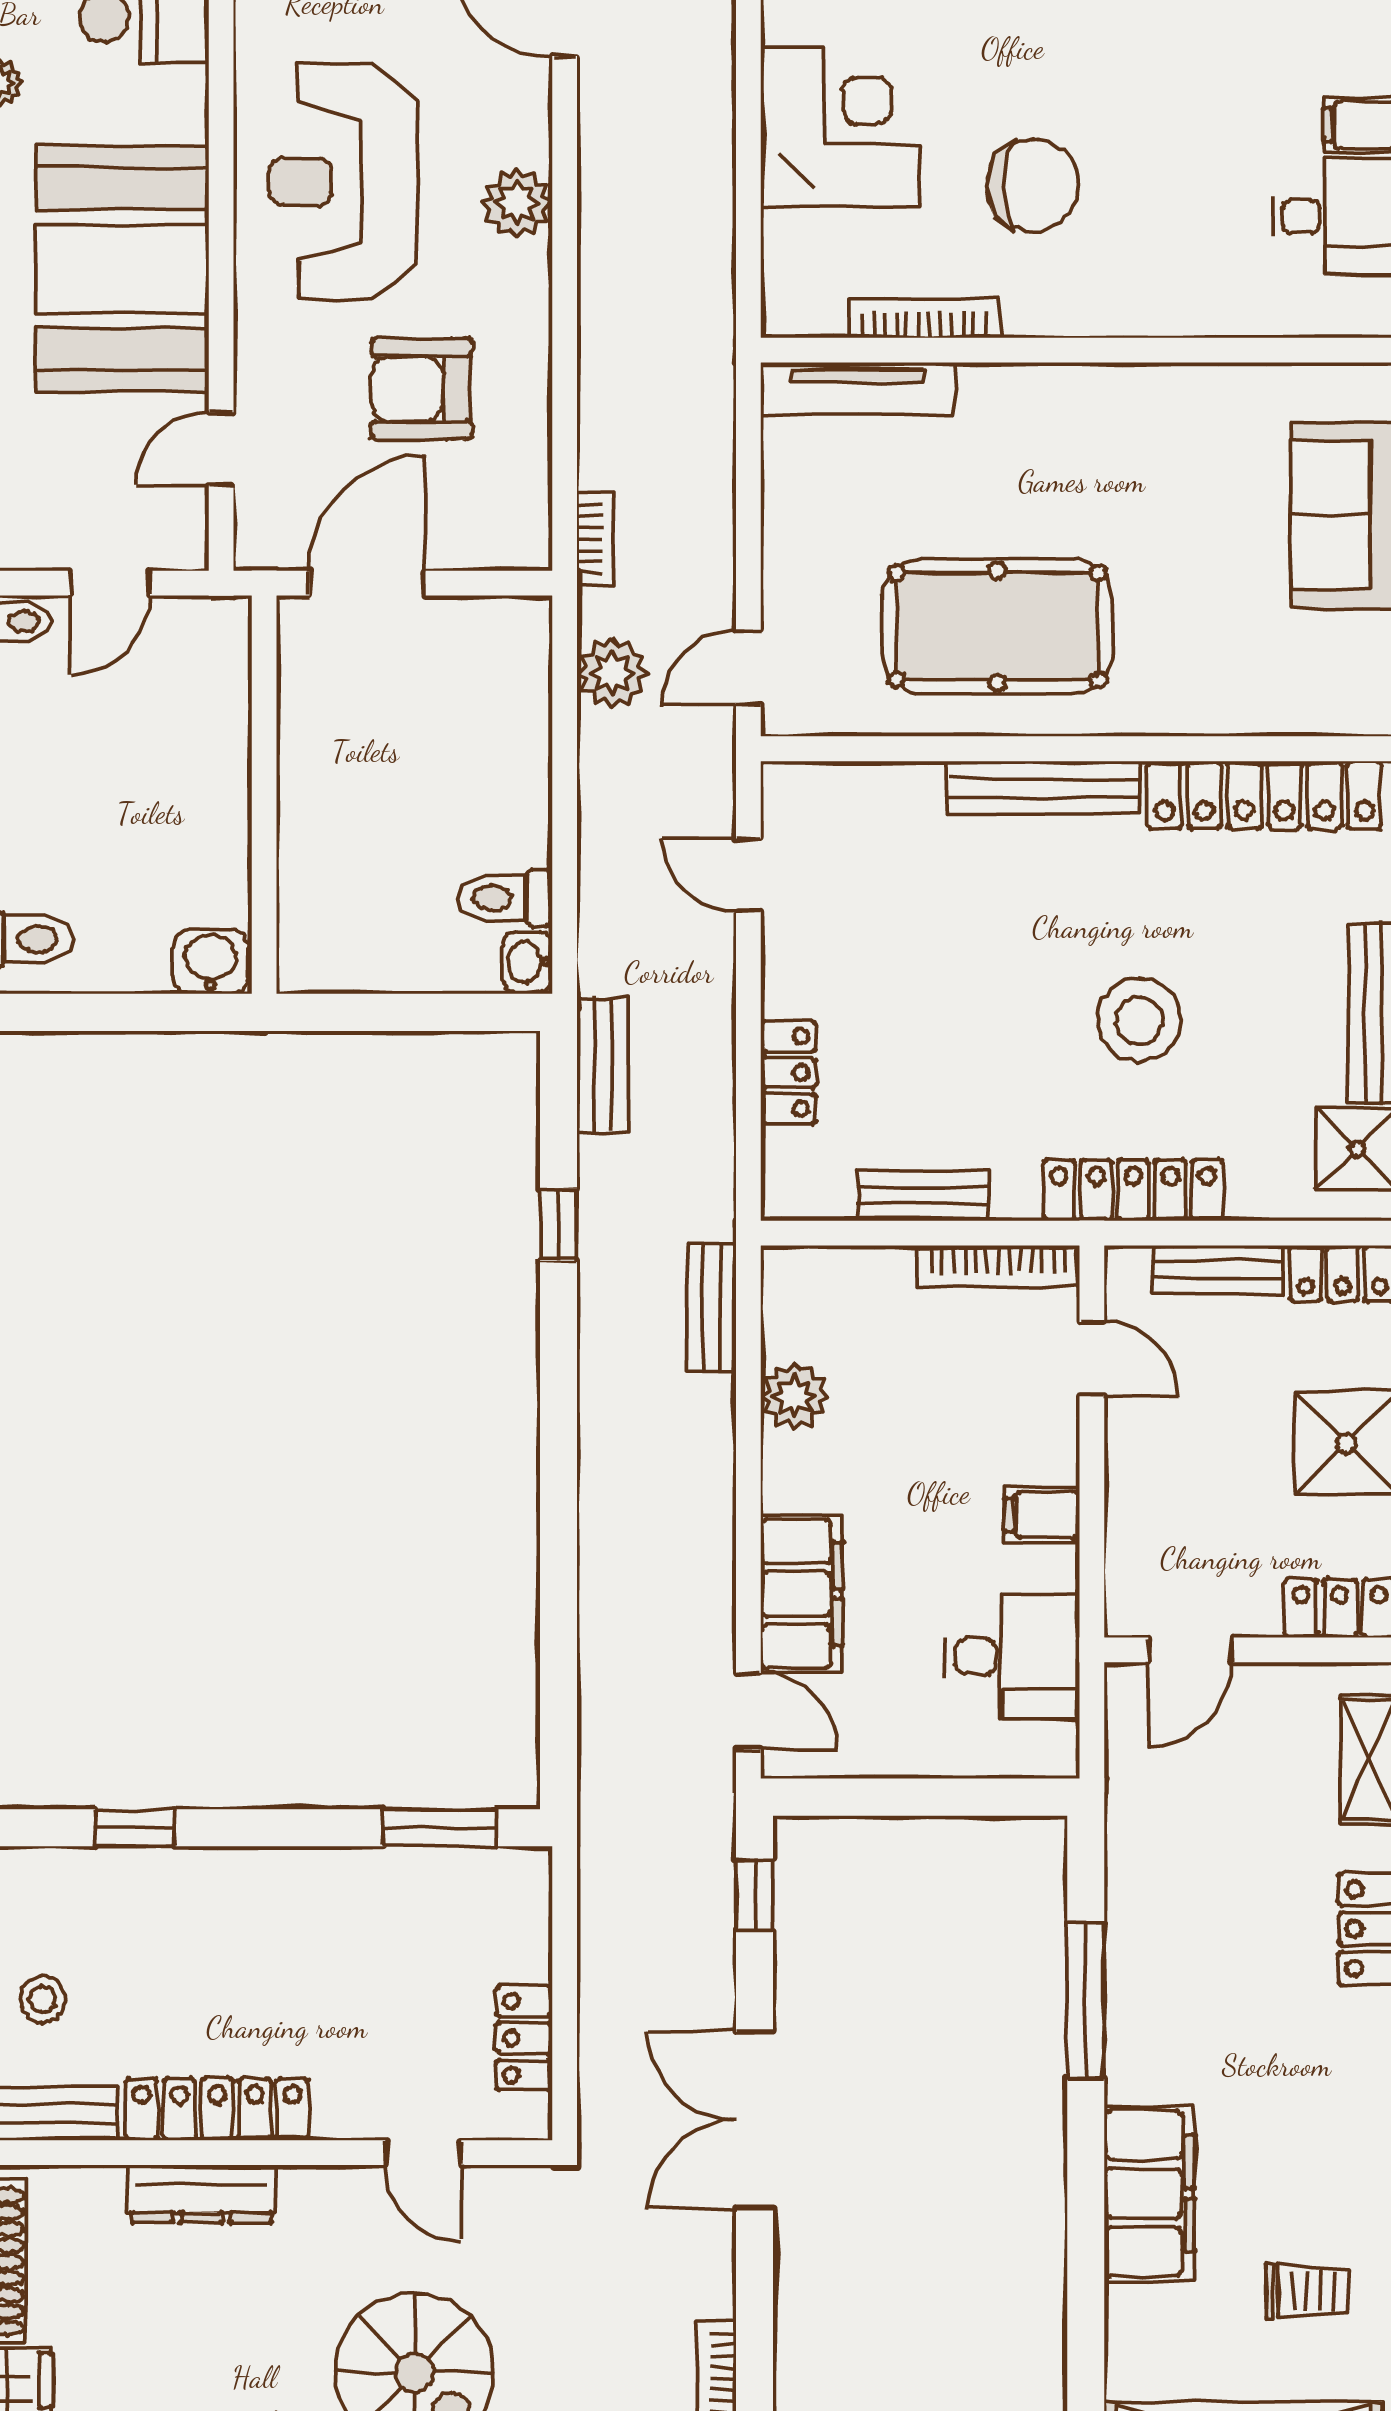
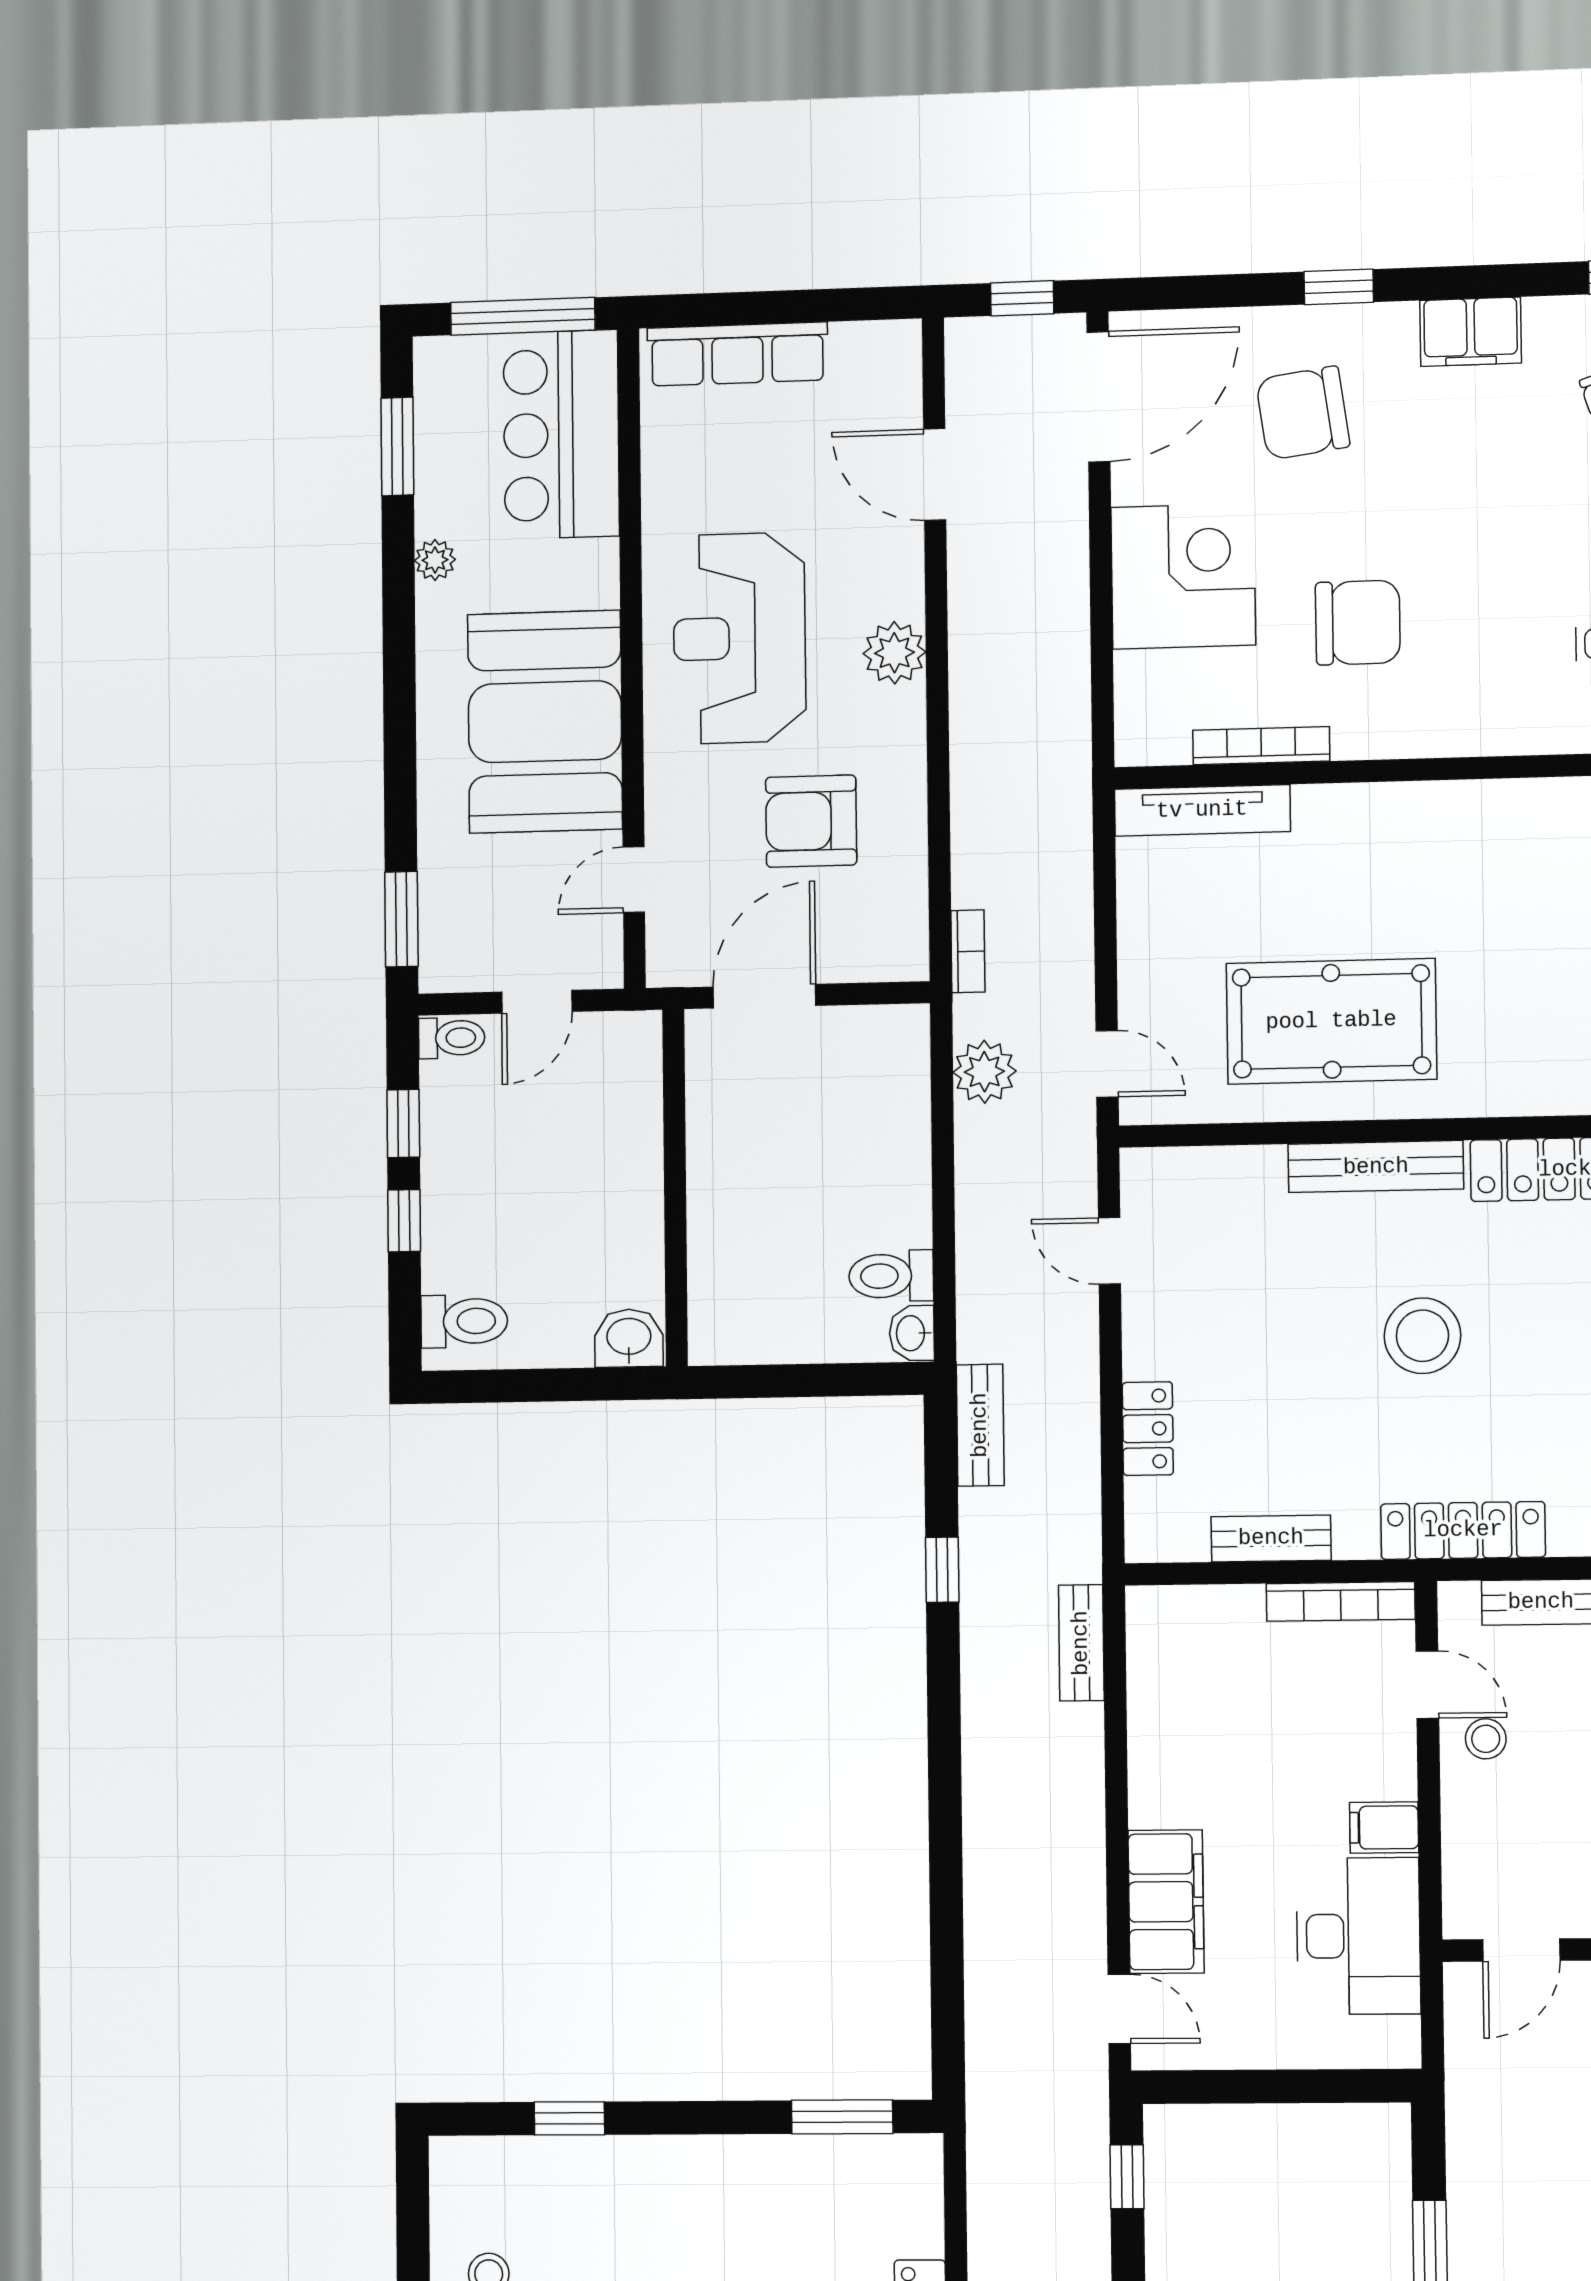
door: (748, 668) -> (1107, 1064), swing flipped
stool: (1139, 1020) -> (1422, 1336), moved
plant: (794, 1396) -> (1157, 1722), removed
stool: (1155, 1419) -> (1486, 1739), added
desk: (1012, 1656) -> (1358, 1936), width x1.37

